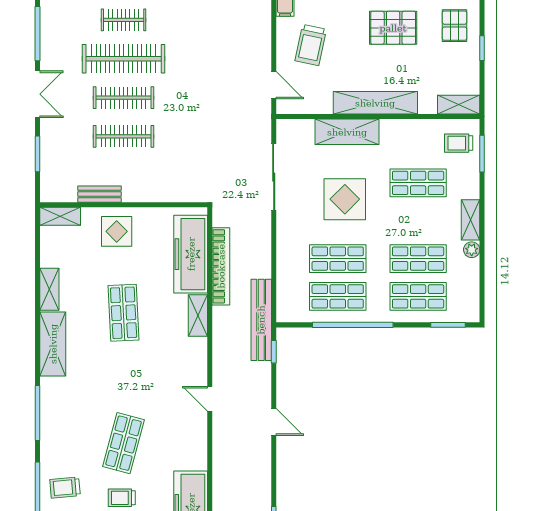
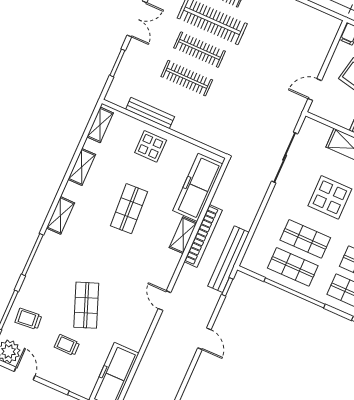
door: (274, 85) -> (315, 90), swing flipped
bench: (99, 194) -> (150, 113), width x1.36
shelving: (60, 216) -> (100, 125), moved, turned 90
bookcase: (221, 266) -> (203, 236), moved
shelving: (53, 344) -> (60, 215), width x0.67, depth x0.75
shop shelf: (124, 443) -> (86, 305), turned -36

